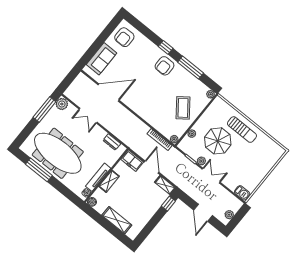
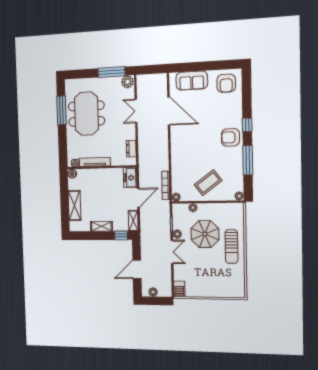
armchair: (124, 37) -> (226, 83), turned -90
meeting table: (58, 153) -> (86, 114), width x0.73
shelving: (109, 181) -> (101, 226), moved

